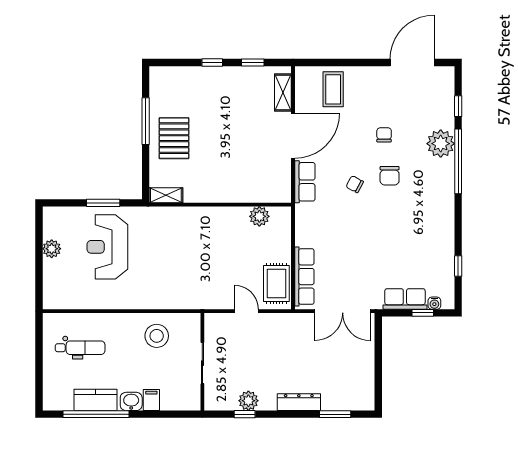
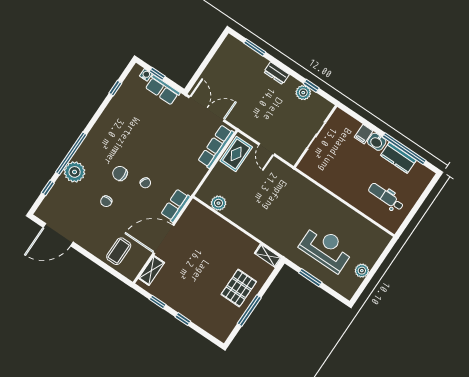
chair: (390, 176) -> (120, 173), turned -90
reception desk: (107, 247) -> (326, 248), turned -90
stool: (157, 336) -> (333, 172), removed
dresser: (299, 402) -> (276, 73), width x0.70

